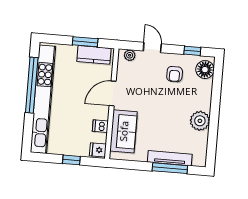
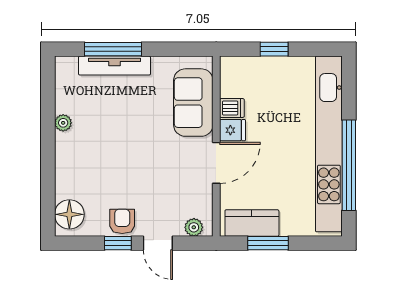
window: (192, 51) -> (118, 243), moved
armchair: (175, 74) -> (122, 221), moved
plant: (200, 121) -> (63, 123), width x0.53, depth x0.53
fridge: (98, 150) -> (232, 130), moved

